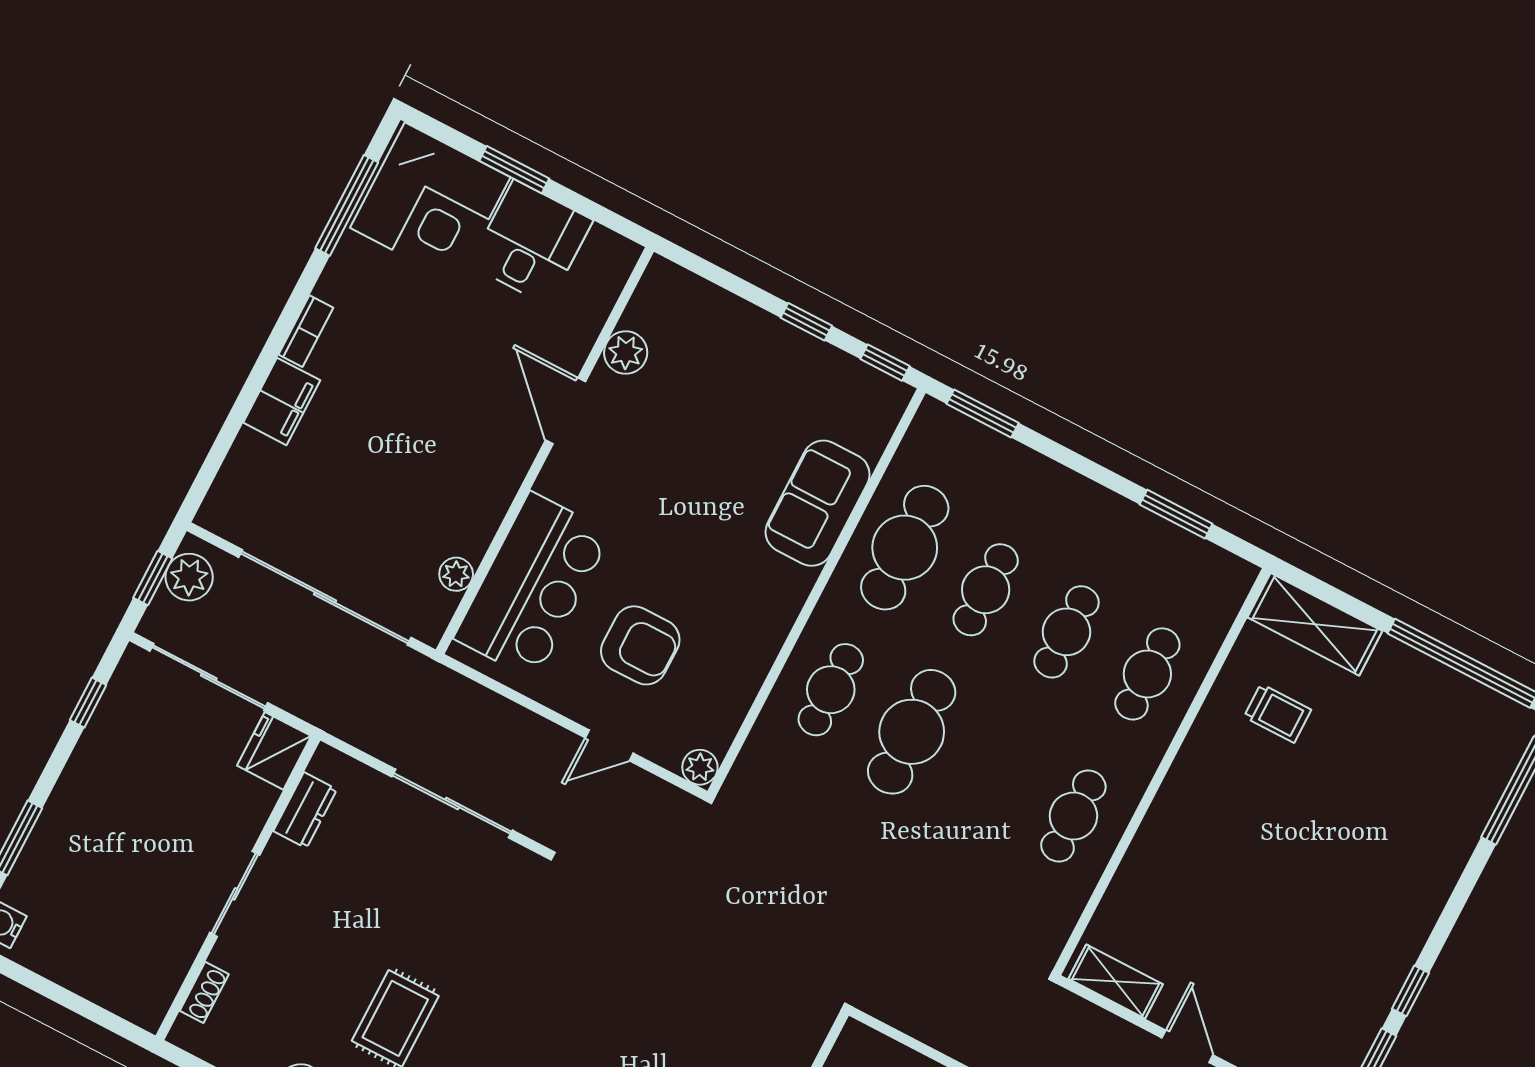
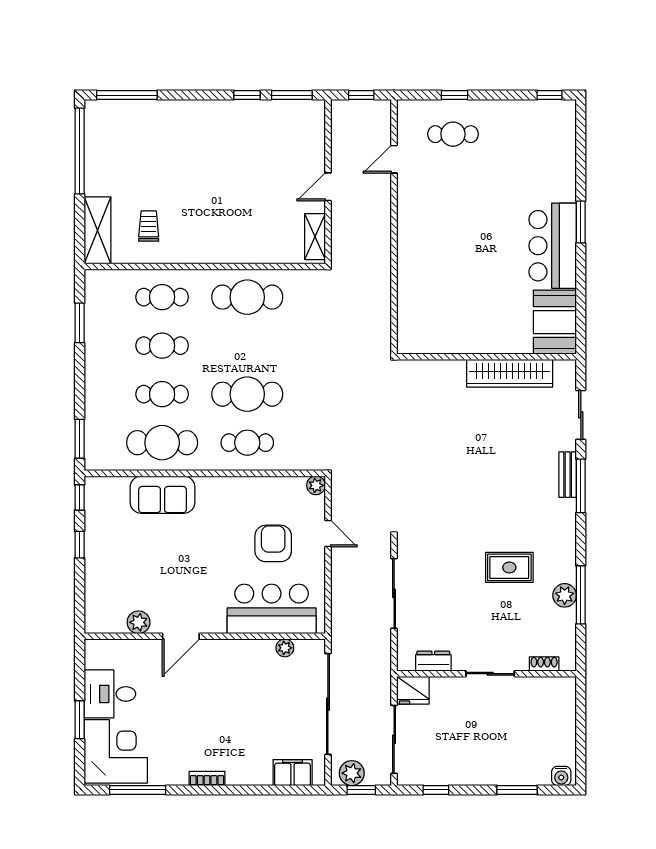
filing cabinet: (282, 401) -> (293, 773), moved
cafe table: (1073, 816) -> (247, 297), width x1.37, depth x1.35

